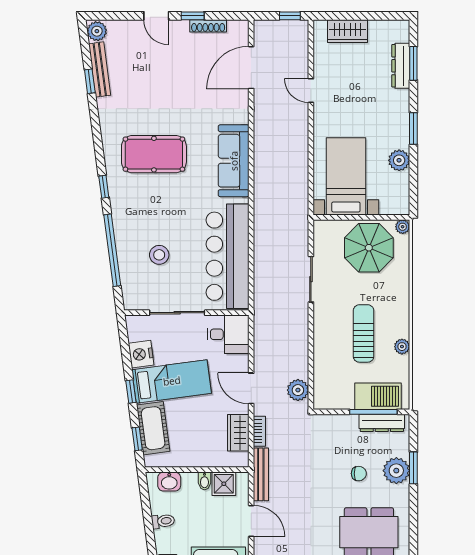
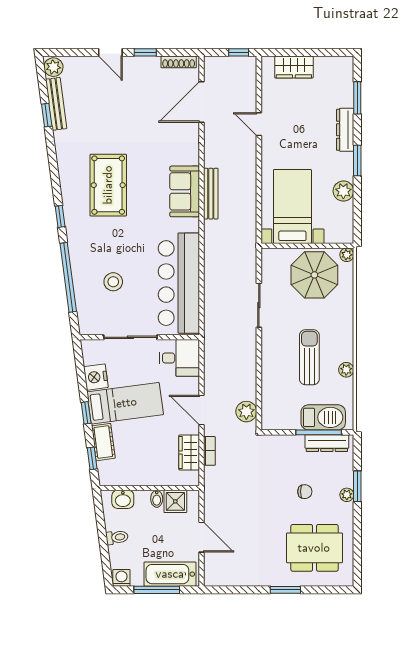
shoe rack: (208, 26) -> (179, 62), moved
dresser: (401, 66) -> (345, 130), moved
pool table: (154, 154) -> (108, 185), turned 90
sofa: (234, 161) -> (185, 191), width x0.73
cot: (153, 428) -> (103, 442), width x0.73, depth x0.75
plant: (396, 471) -> (347, 495), width x0.53, depth x0.53
bench: (261, 474) -> (211, 194), moved

